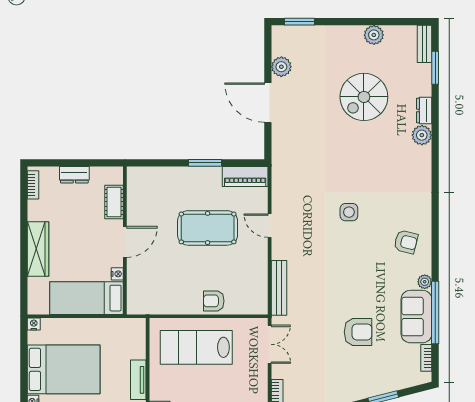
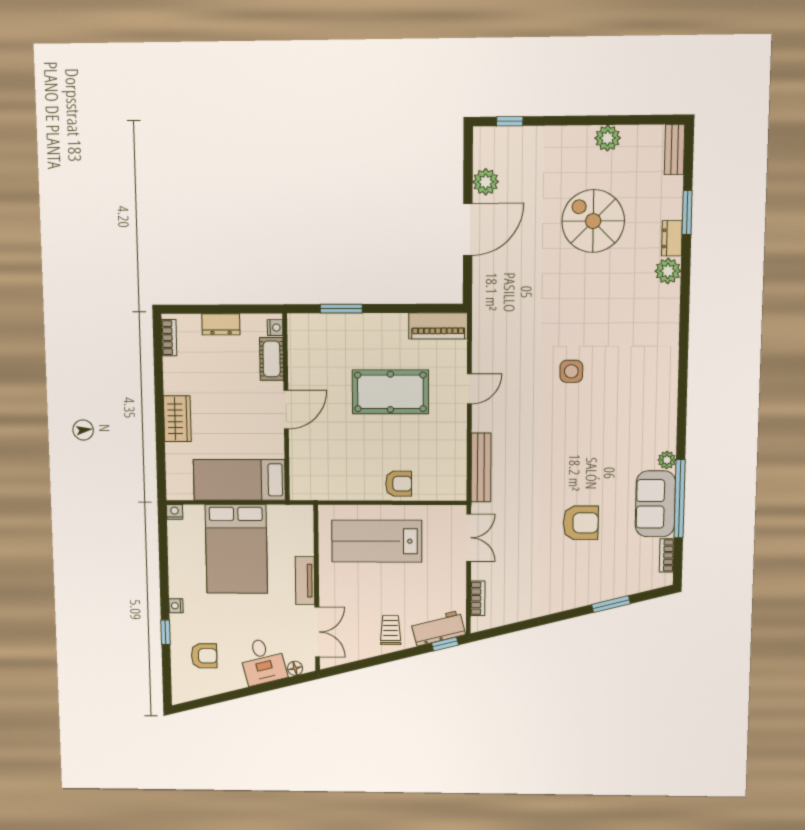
window: (299, 22) -> (510, 121), width x0.67
window: (435, 68) -> (687, 213), moved
spiral stairs: (364, 97) -> (593, 221), turned 90
door: (268, 103) -> (468, 229), swing flipped
window: (205, 163) -> (341, 309), moved
door: (270, 226) -> (469, 389), swing flipped
armchair: (406, 242) -> (644, 409), removed
wardrobe: (38, 249) -> (177, 419), width x0.67
nightstand: (117, 274) -> (275, 328), moved
armchair: (214, 301) -> (399, 484), turned 180
bed: (64, 369) -> (236, 549), moved, turned 90

